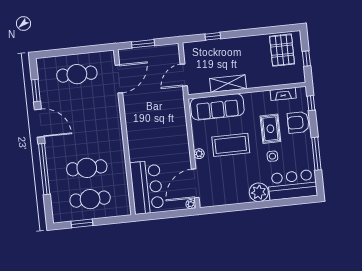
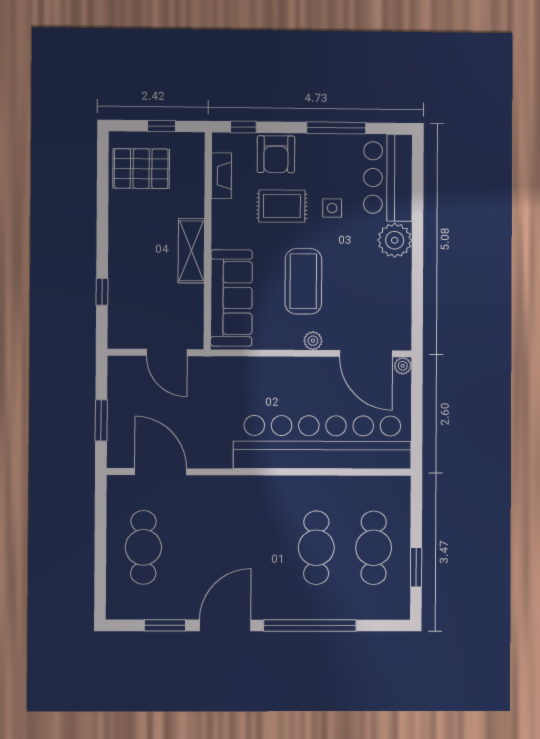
shelving: (228, 84) -> (191, 251), moved
bar counter: (147, 187) -> (322, 442), width x1.86

